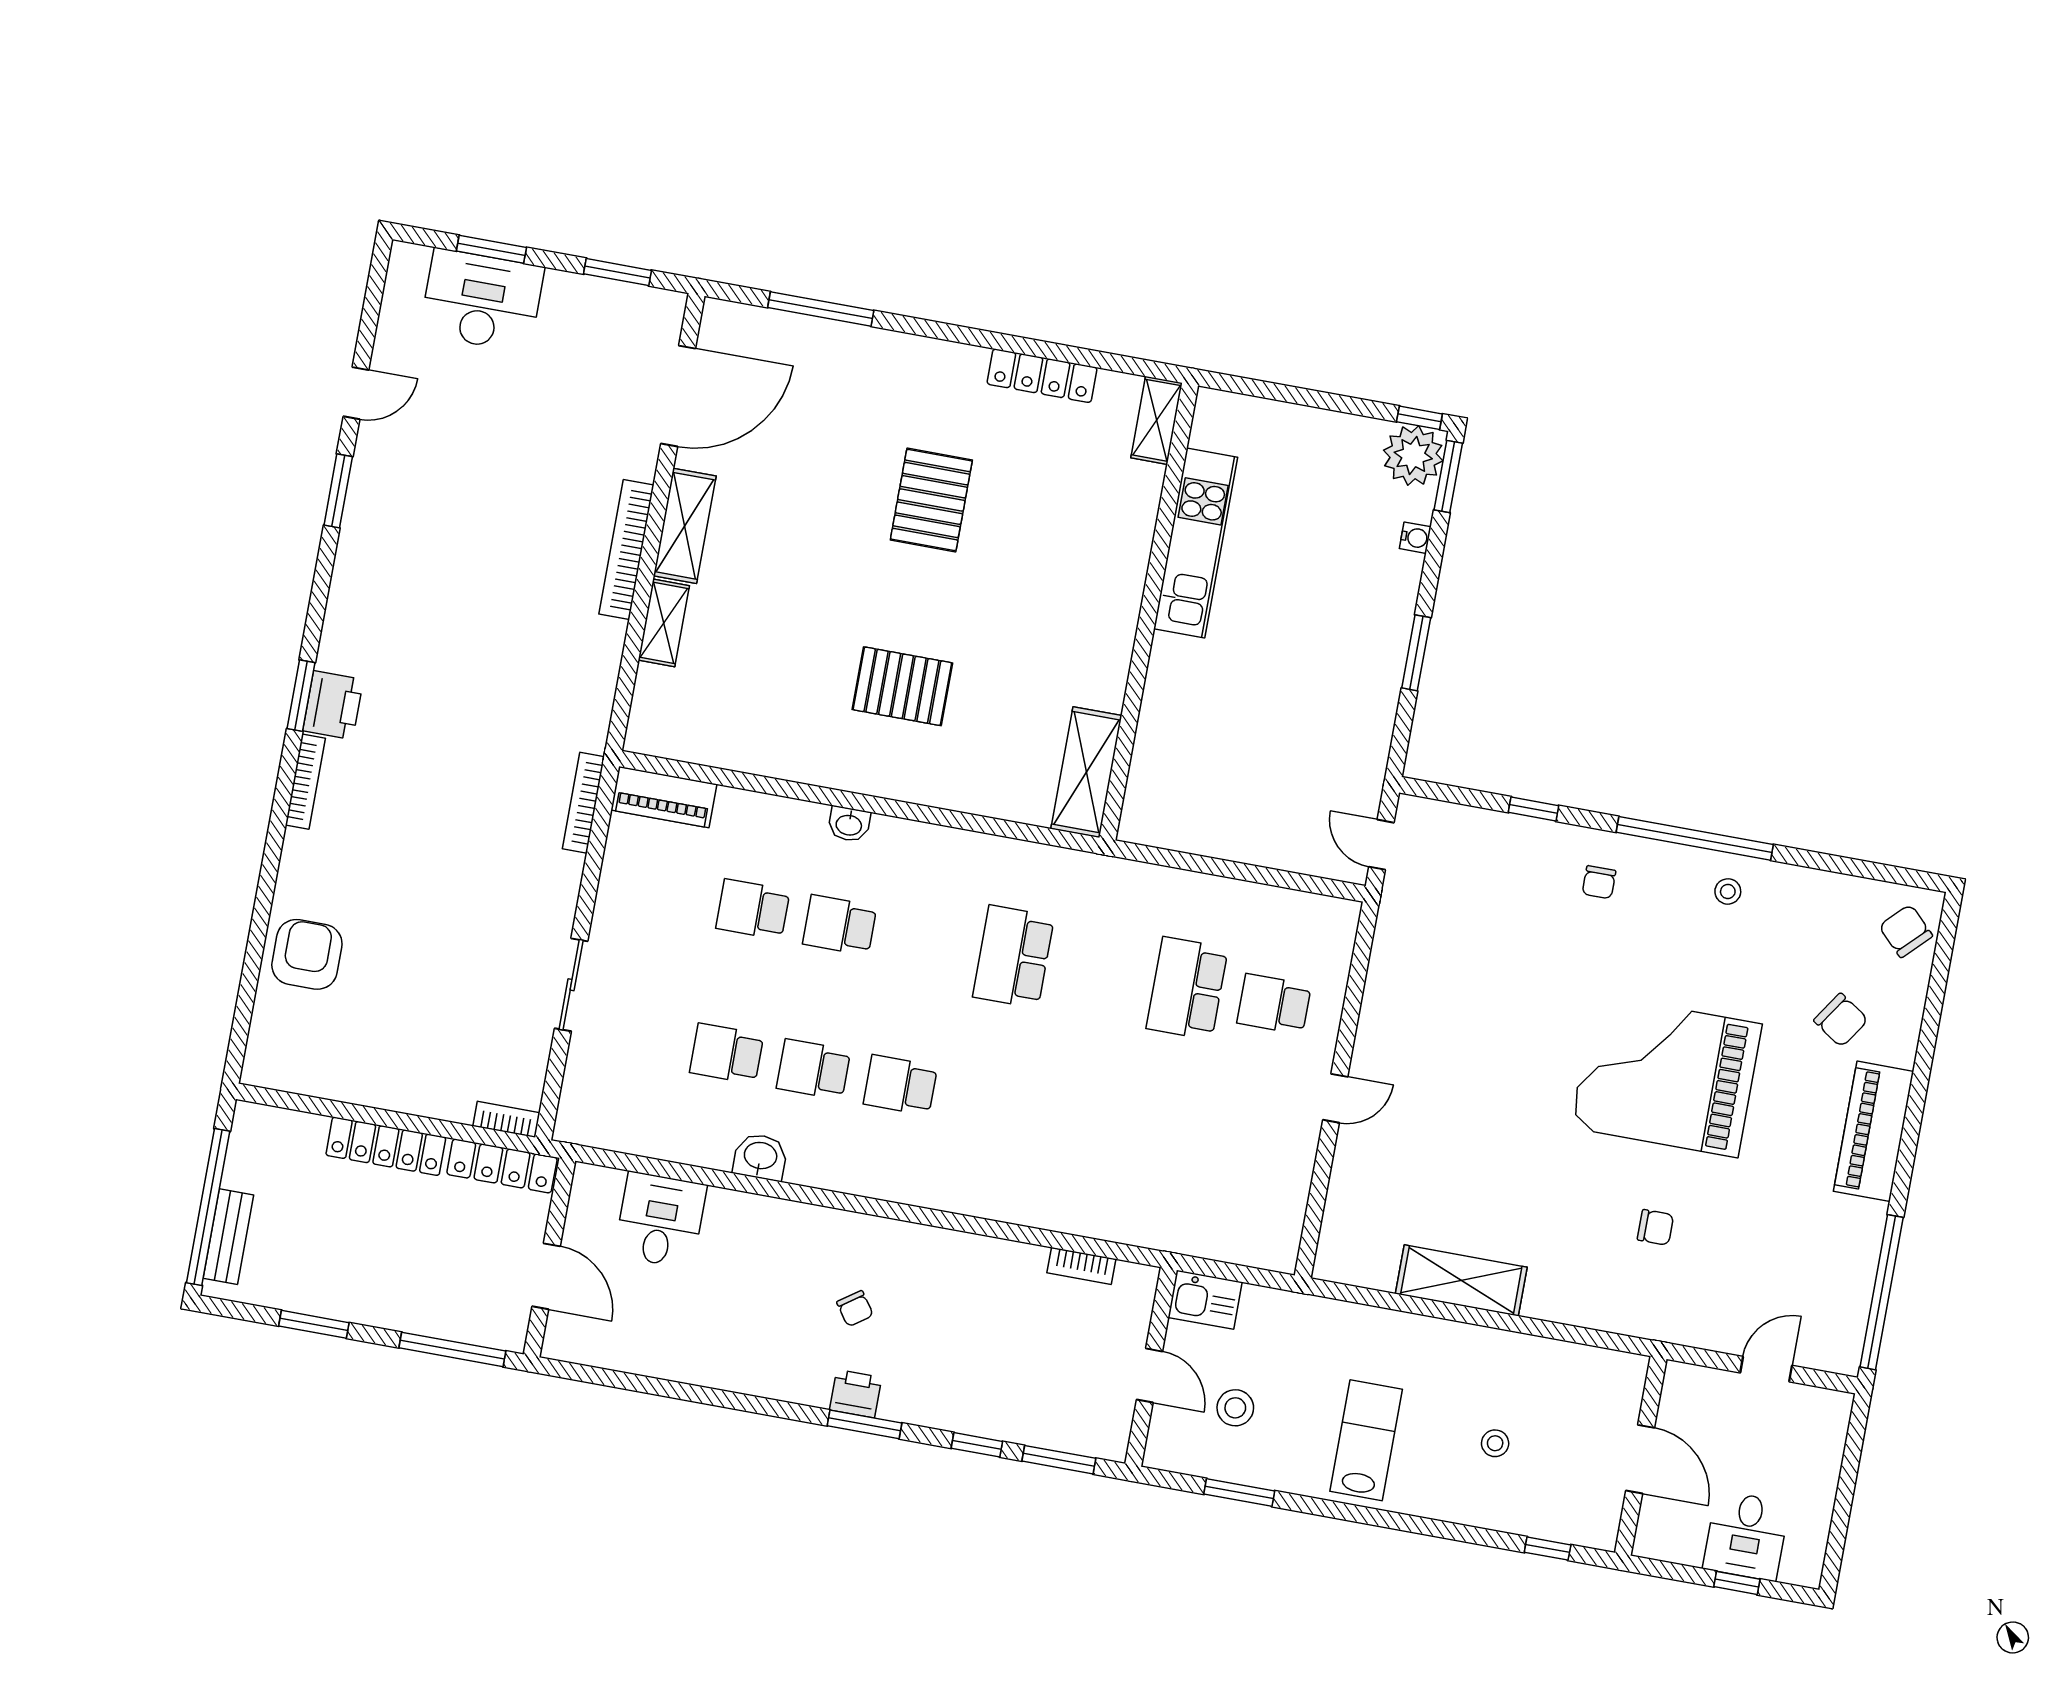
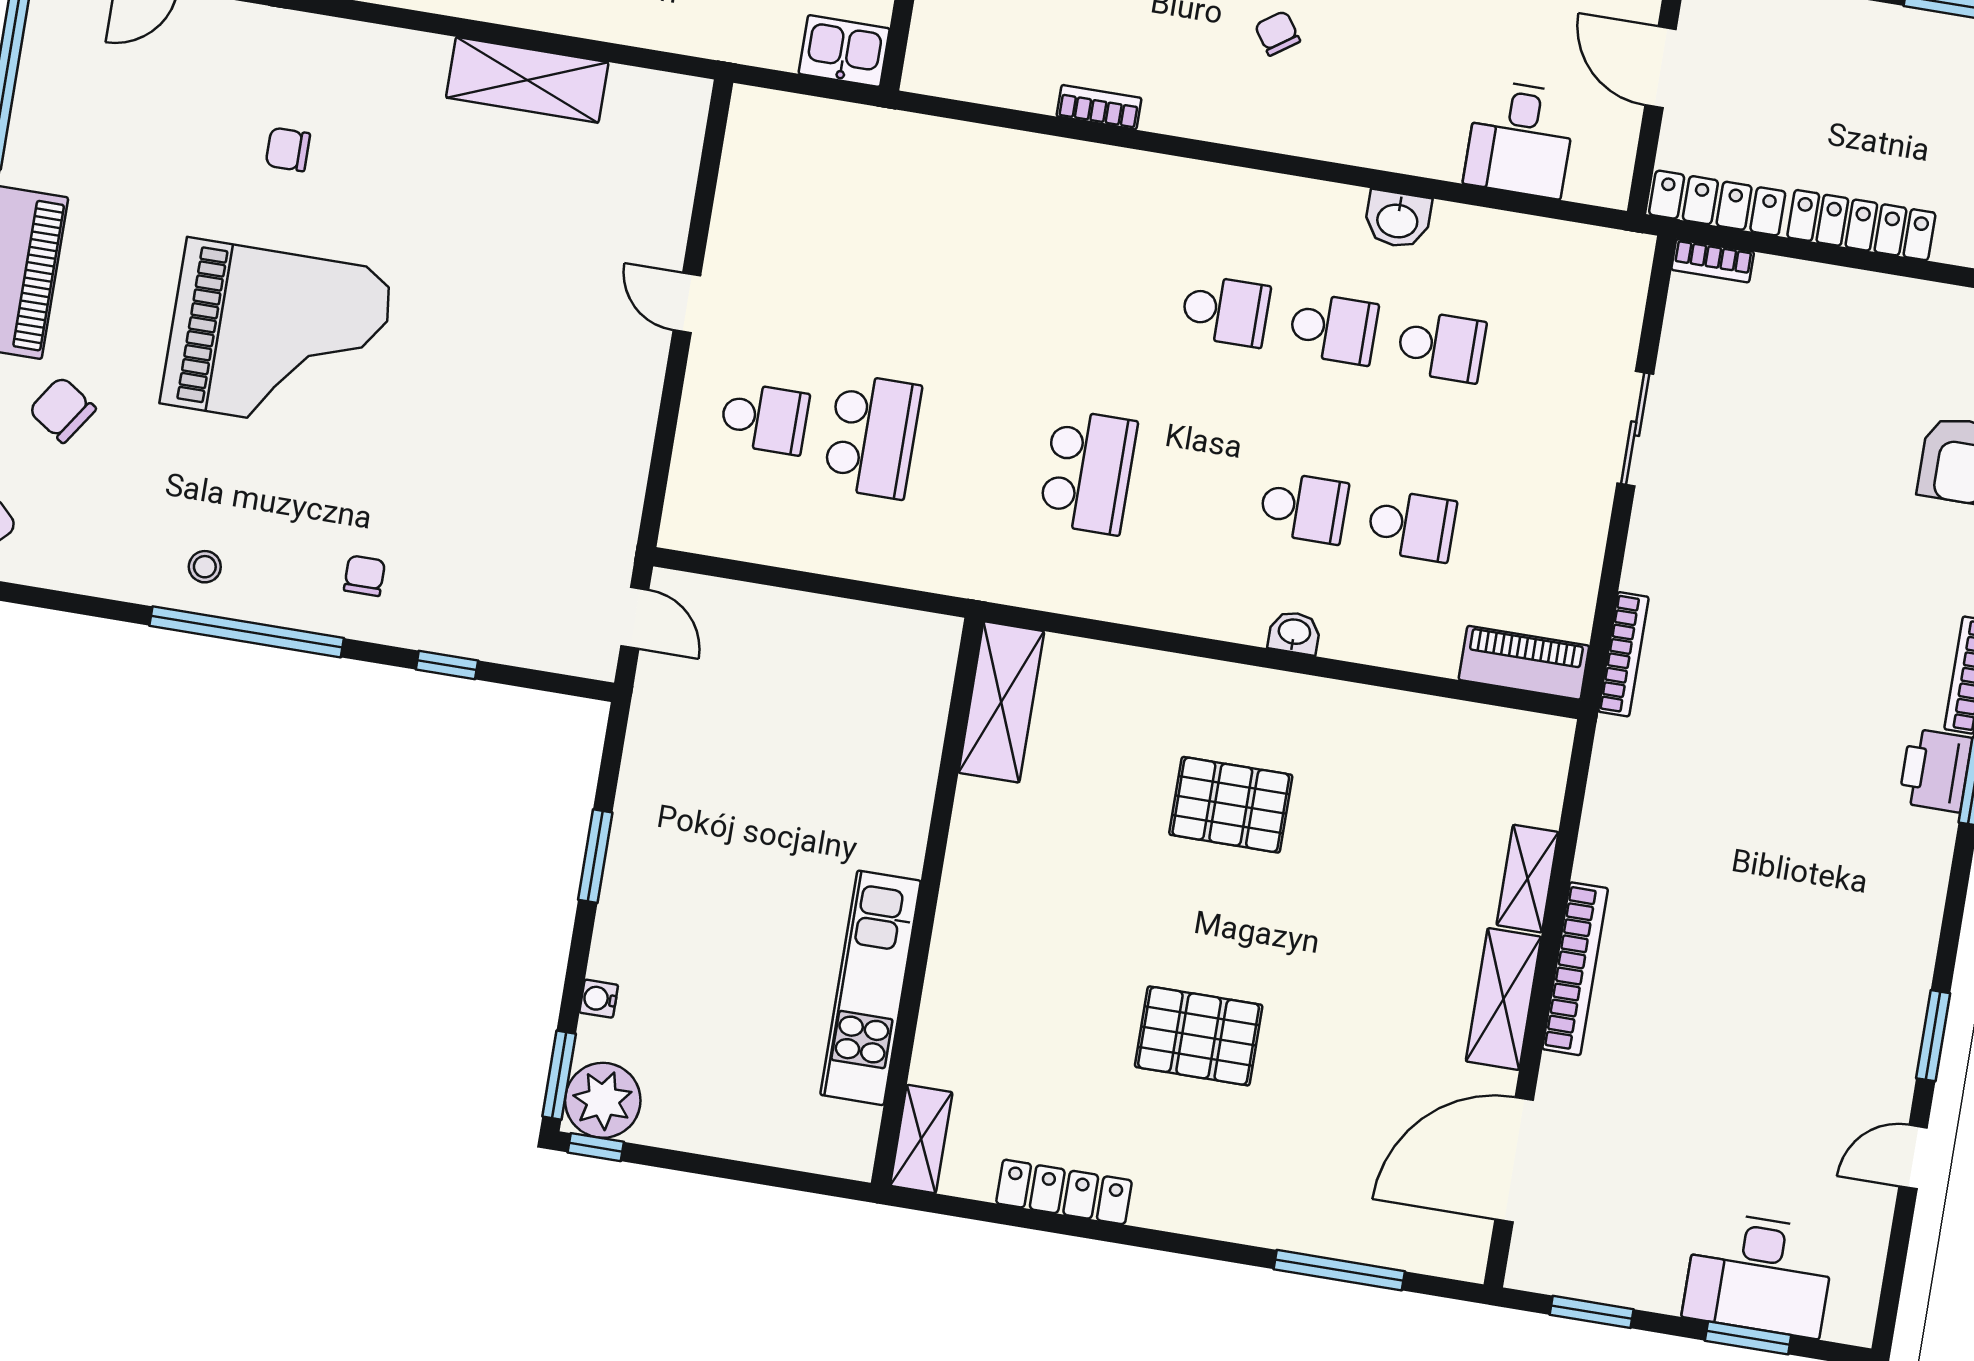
pallet: (931, 500) -> (1199, 1036), turned 90
door: (1335, 1098) -> (687, 303), hinge flipped
bookcase: (1081, 1266) -> (1099, 107), moved

